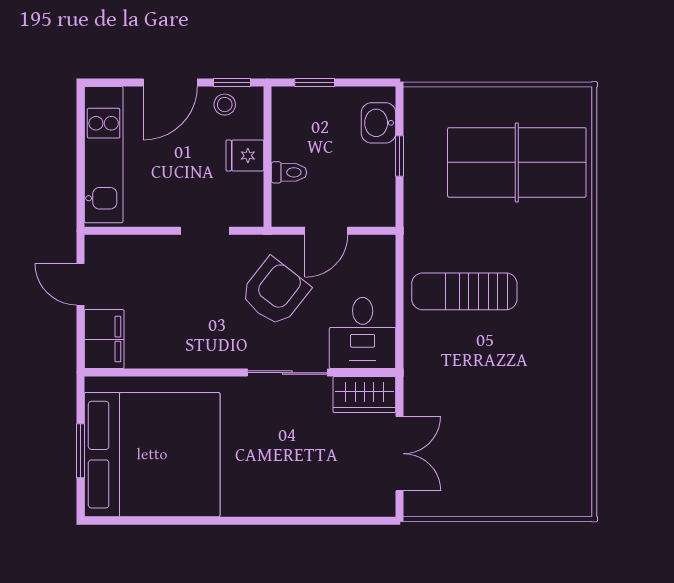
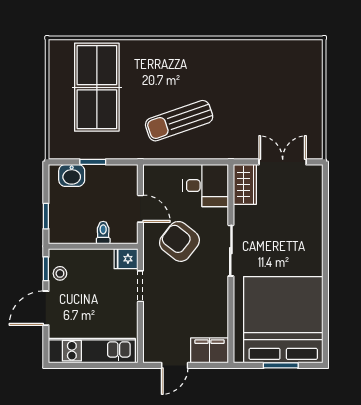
door: (170, 83) -> (46, 308), swing flipped
fridge: (245, 156) -> (126, 259), moved, turned 90
sun lounger: (464, 291) -> (179, 121), turned 71
sliding door: (287, 373) -> (231, 251), moved

